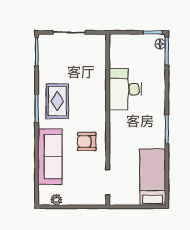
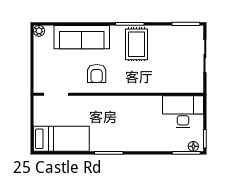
desk: (125, 89) -> (183, 112), moved
rug: (57, 101) -> (137, 44), turned 90
armchair: (87, 142) -> (97, 73), turned 180
plant: (56, 200) -> (39, 31), moved

